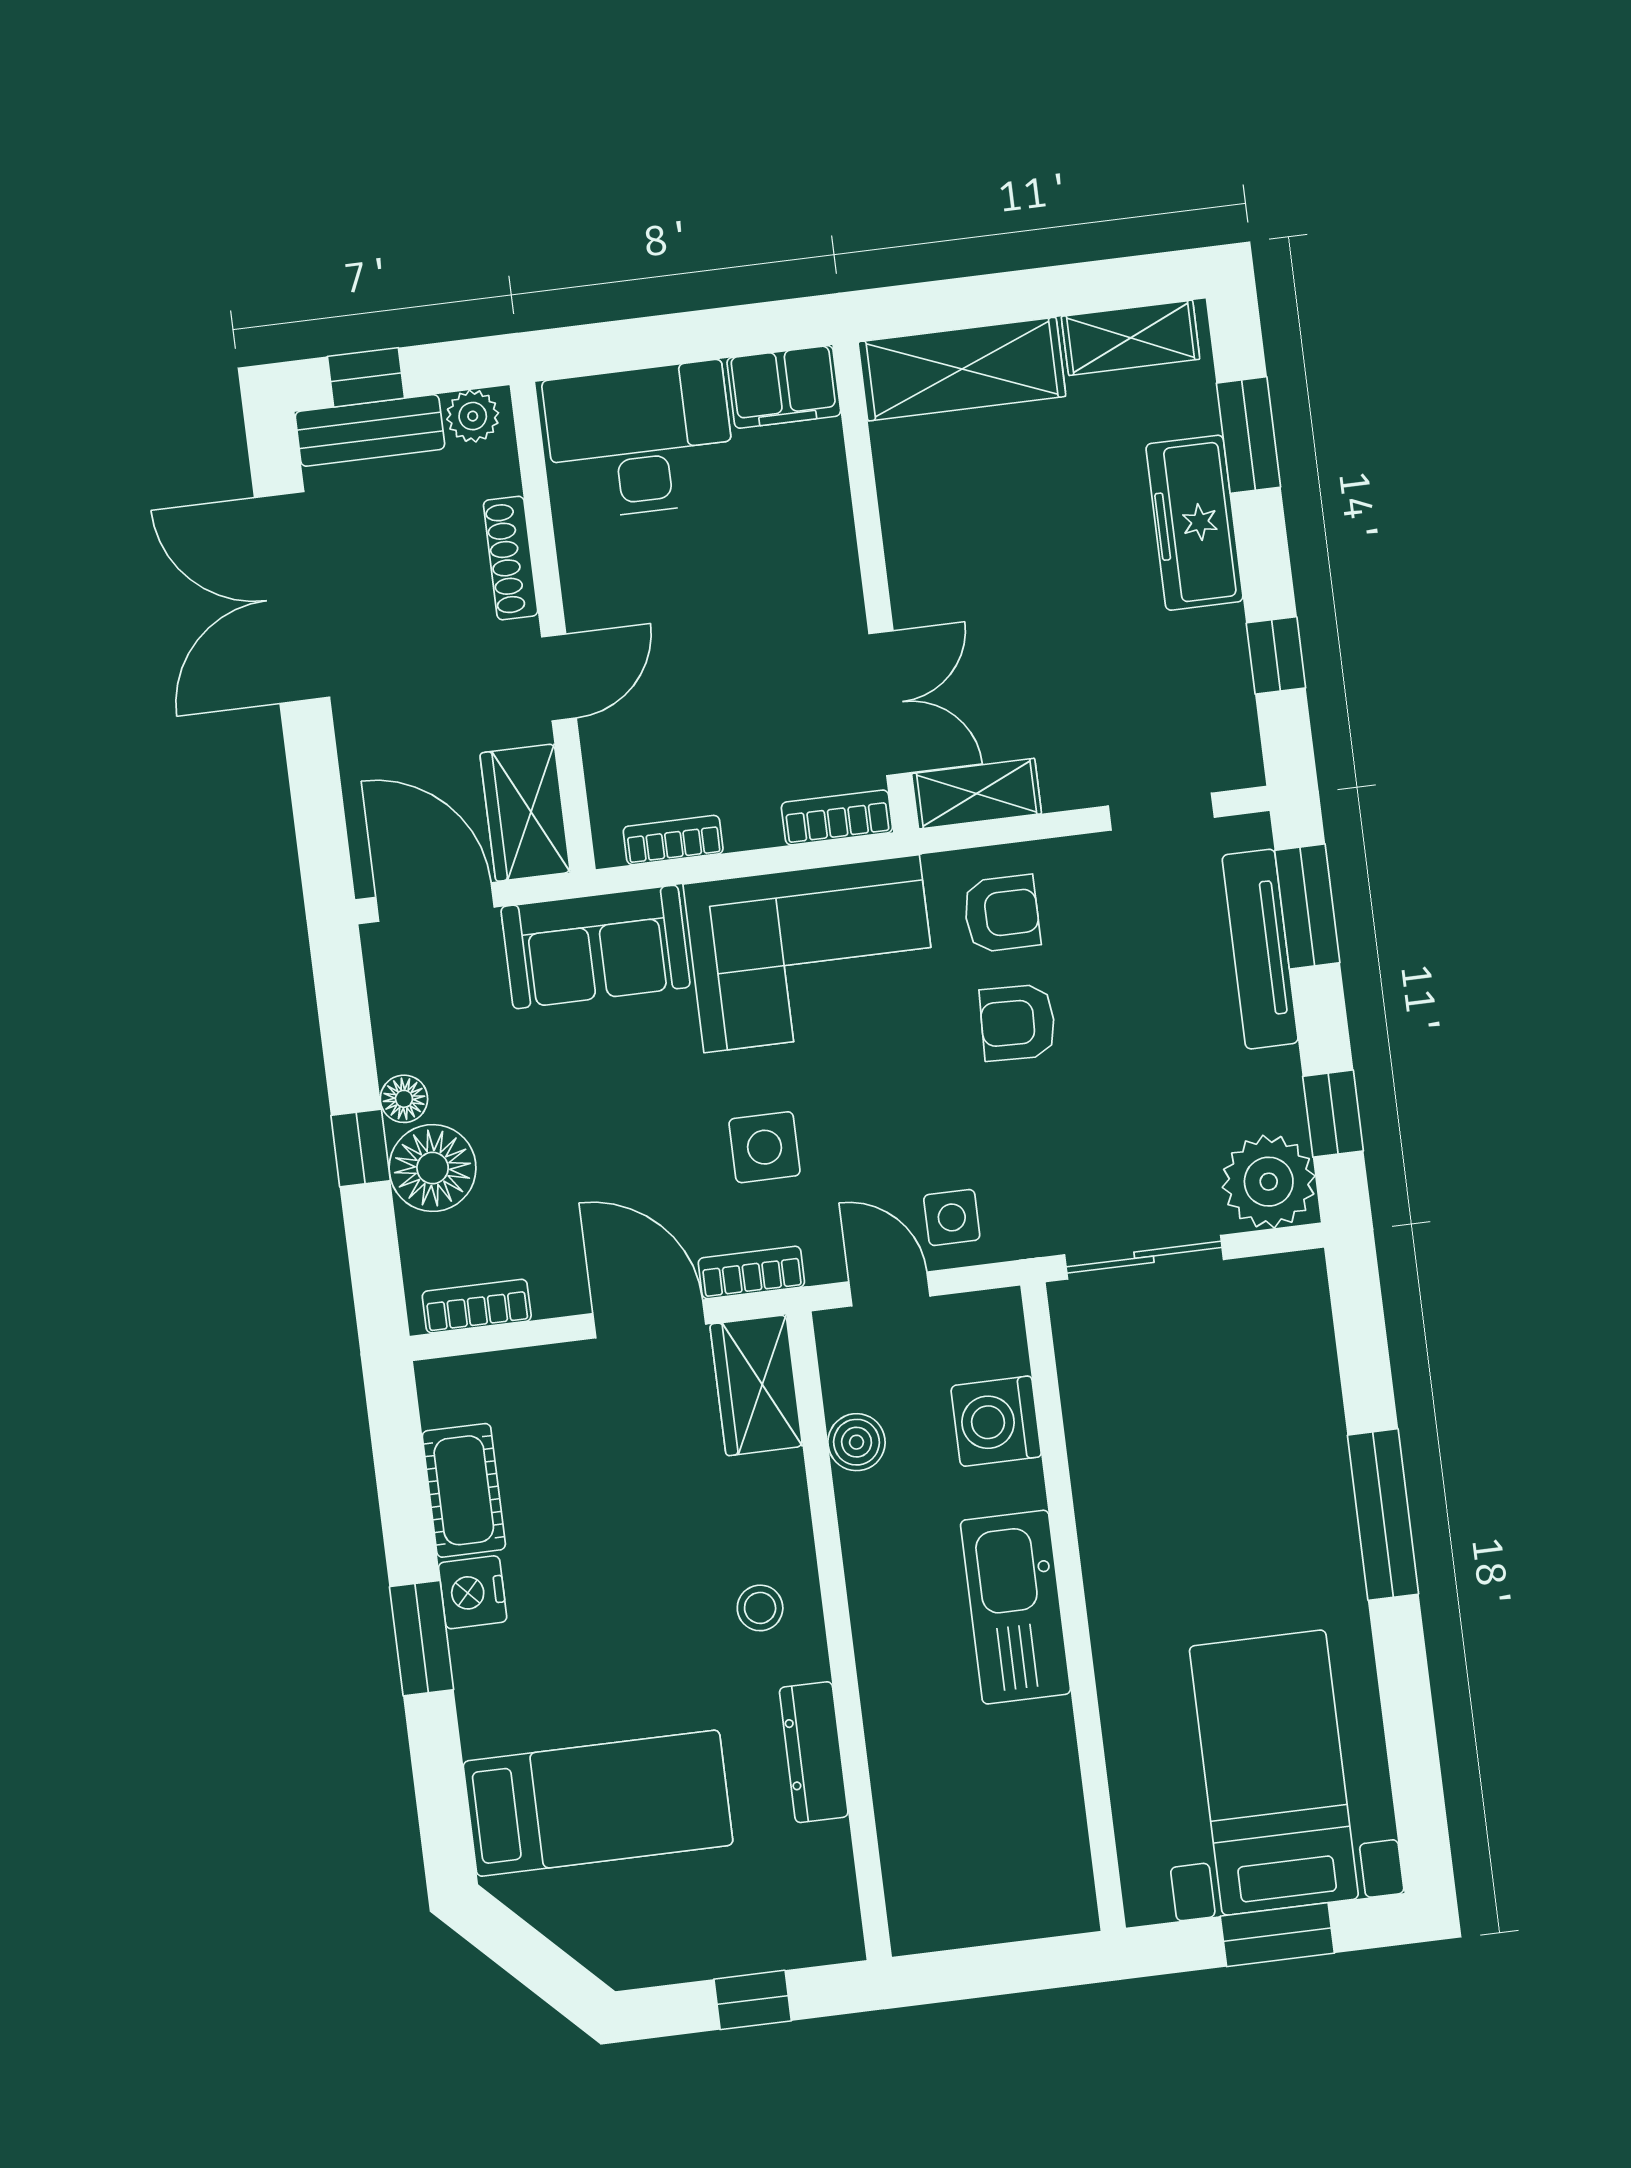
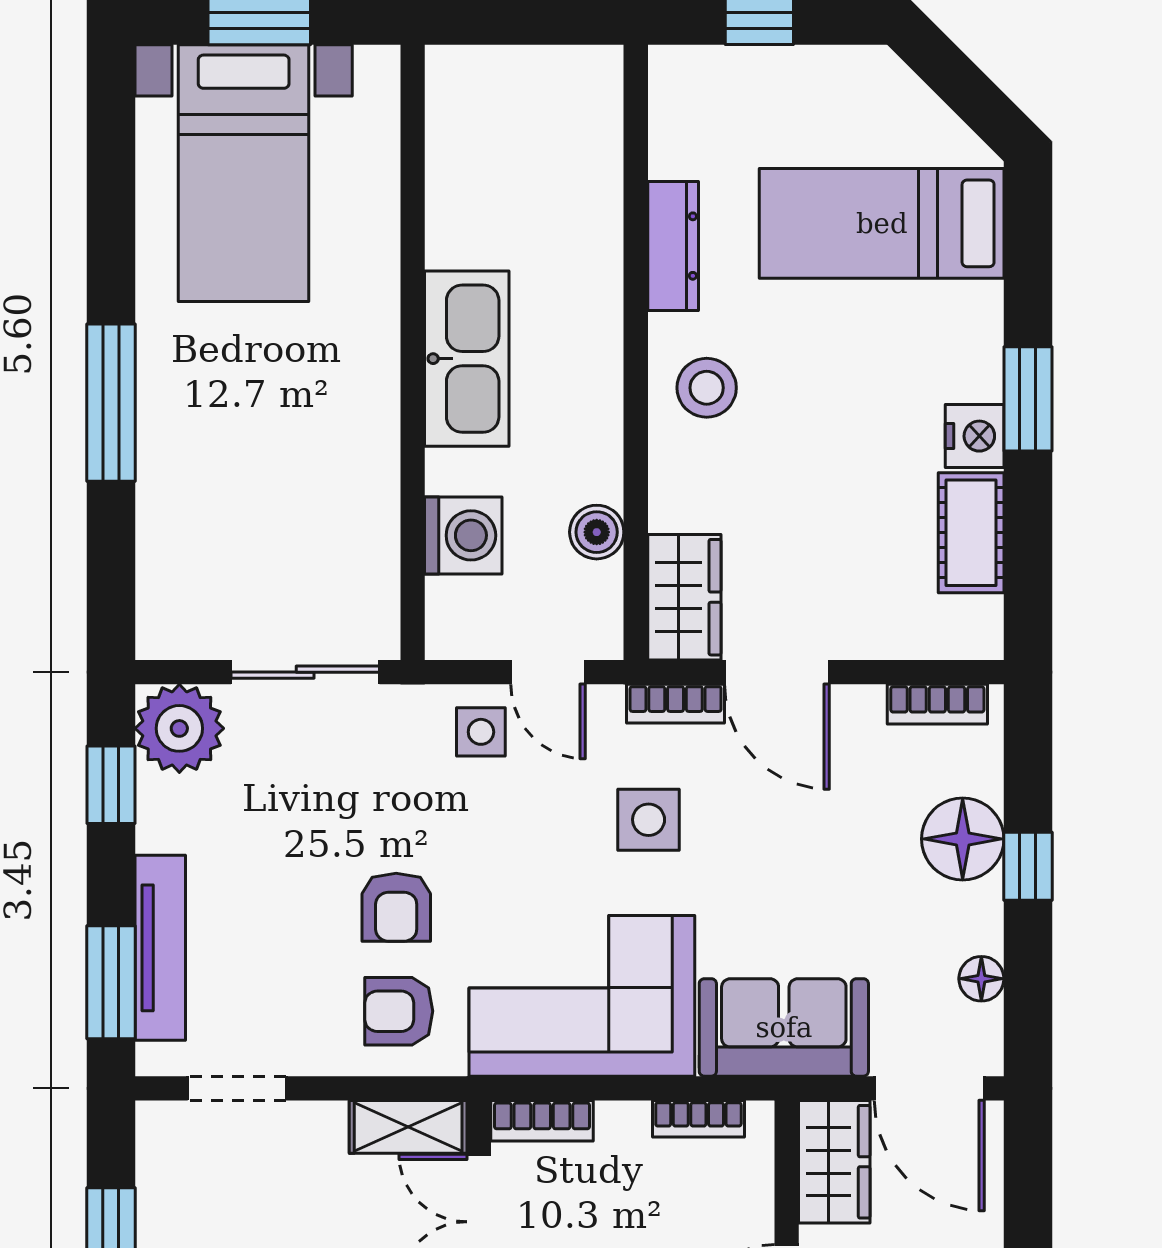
armchair: (1018, 1022) -> (396, 907), turned 88
floor lamp: (404, 1099) -> (981, 979), moved
stool: (760, 1608) -> (707, 388), width x1.37, depth x1.37

